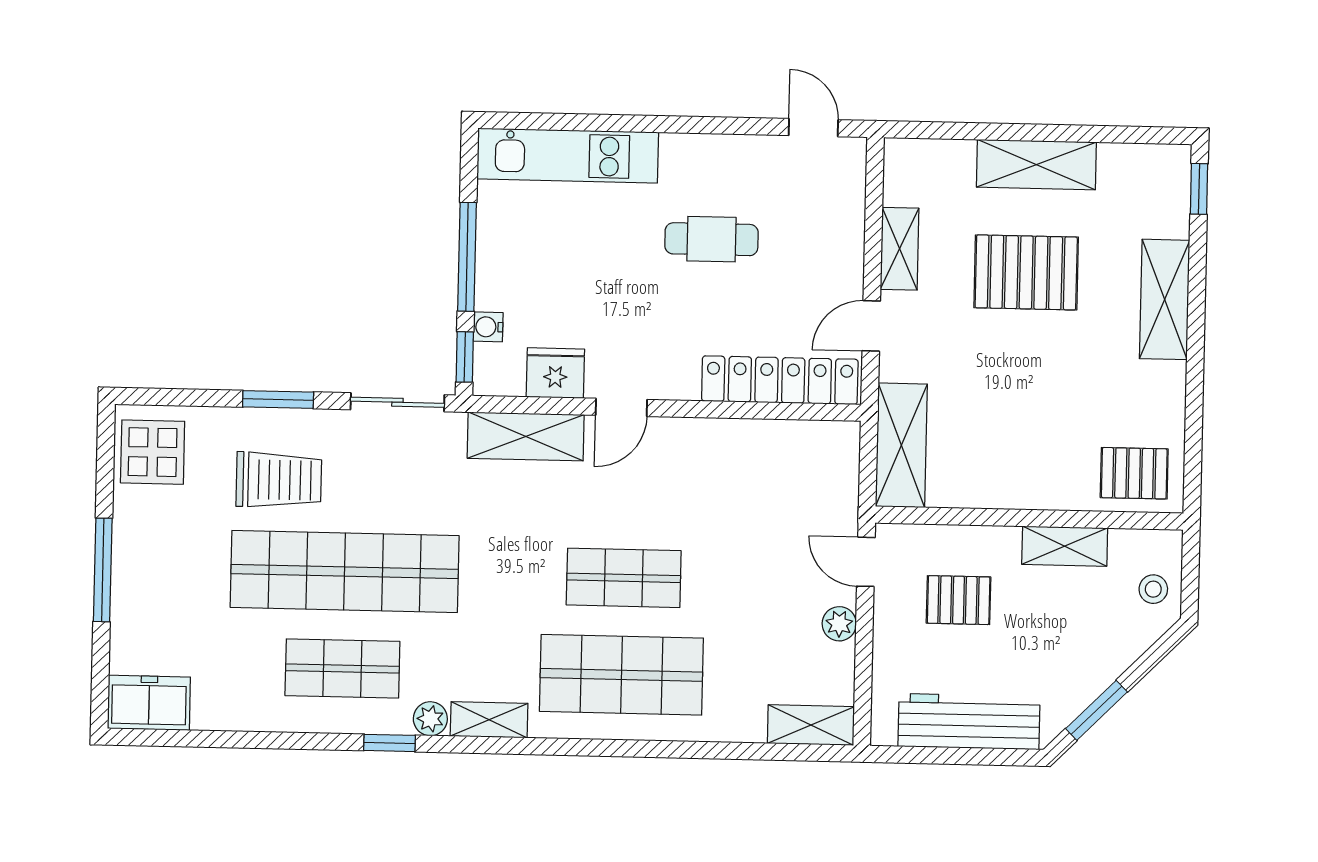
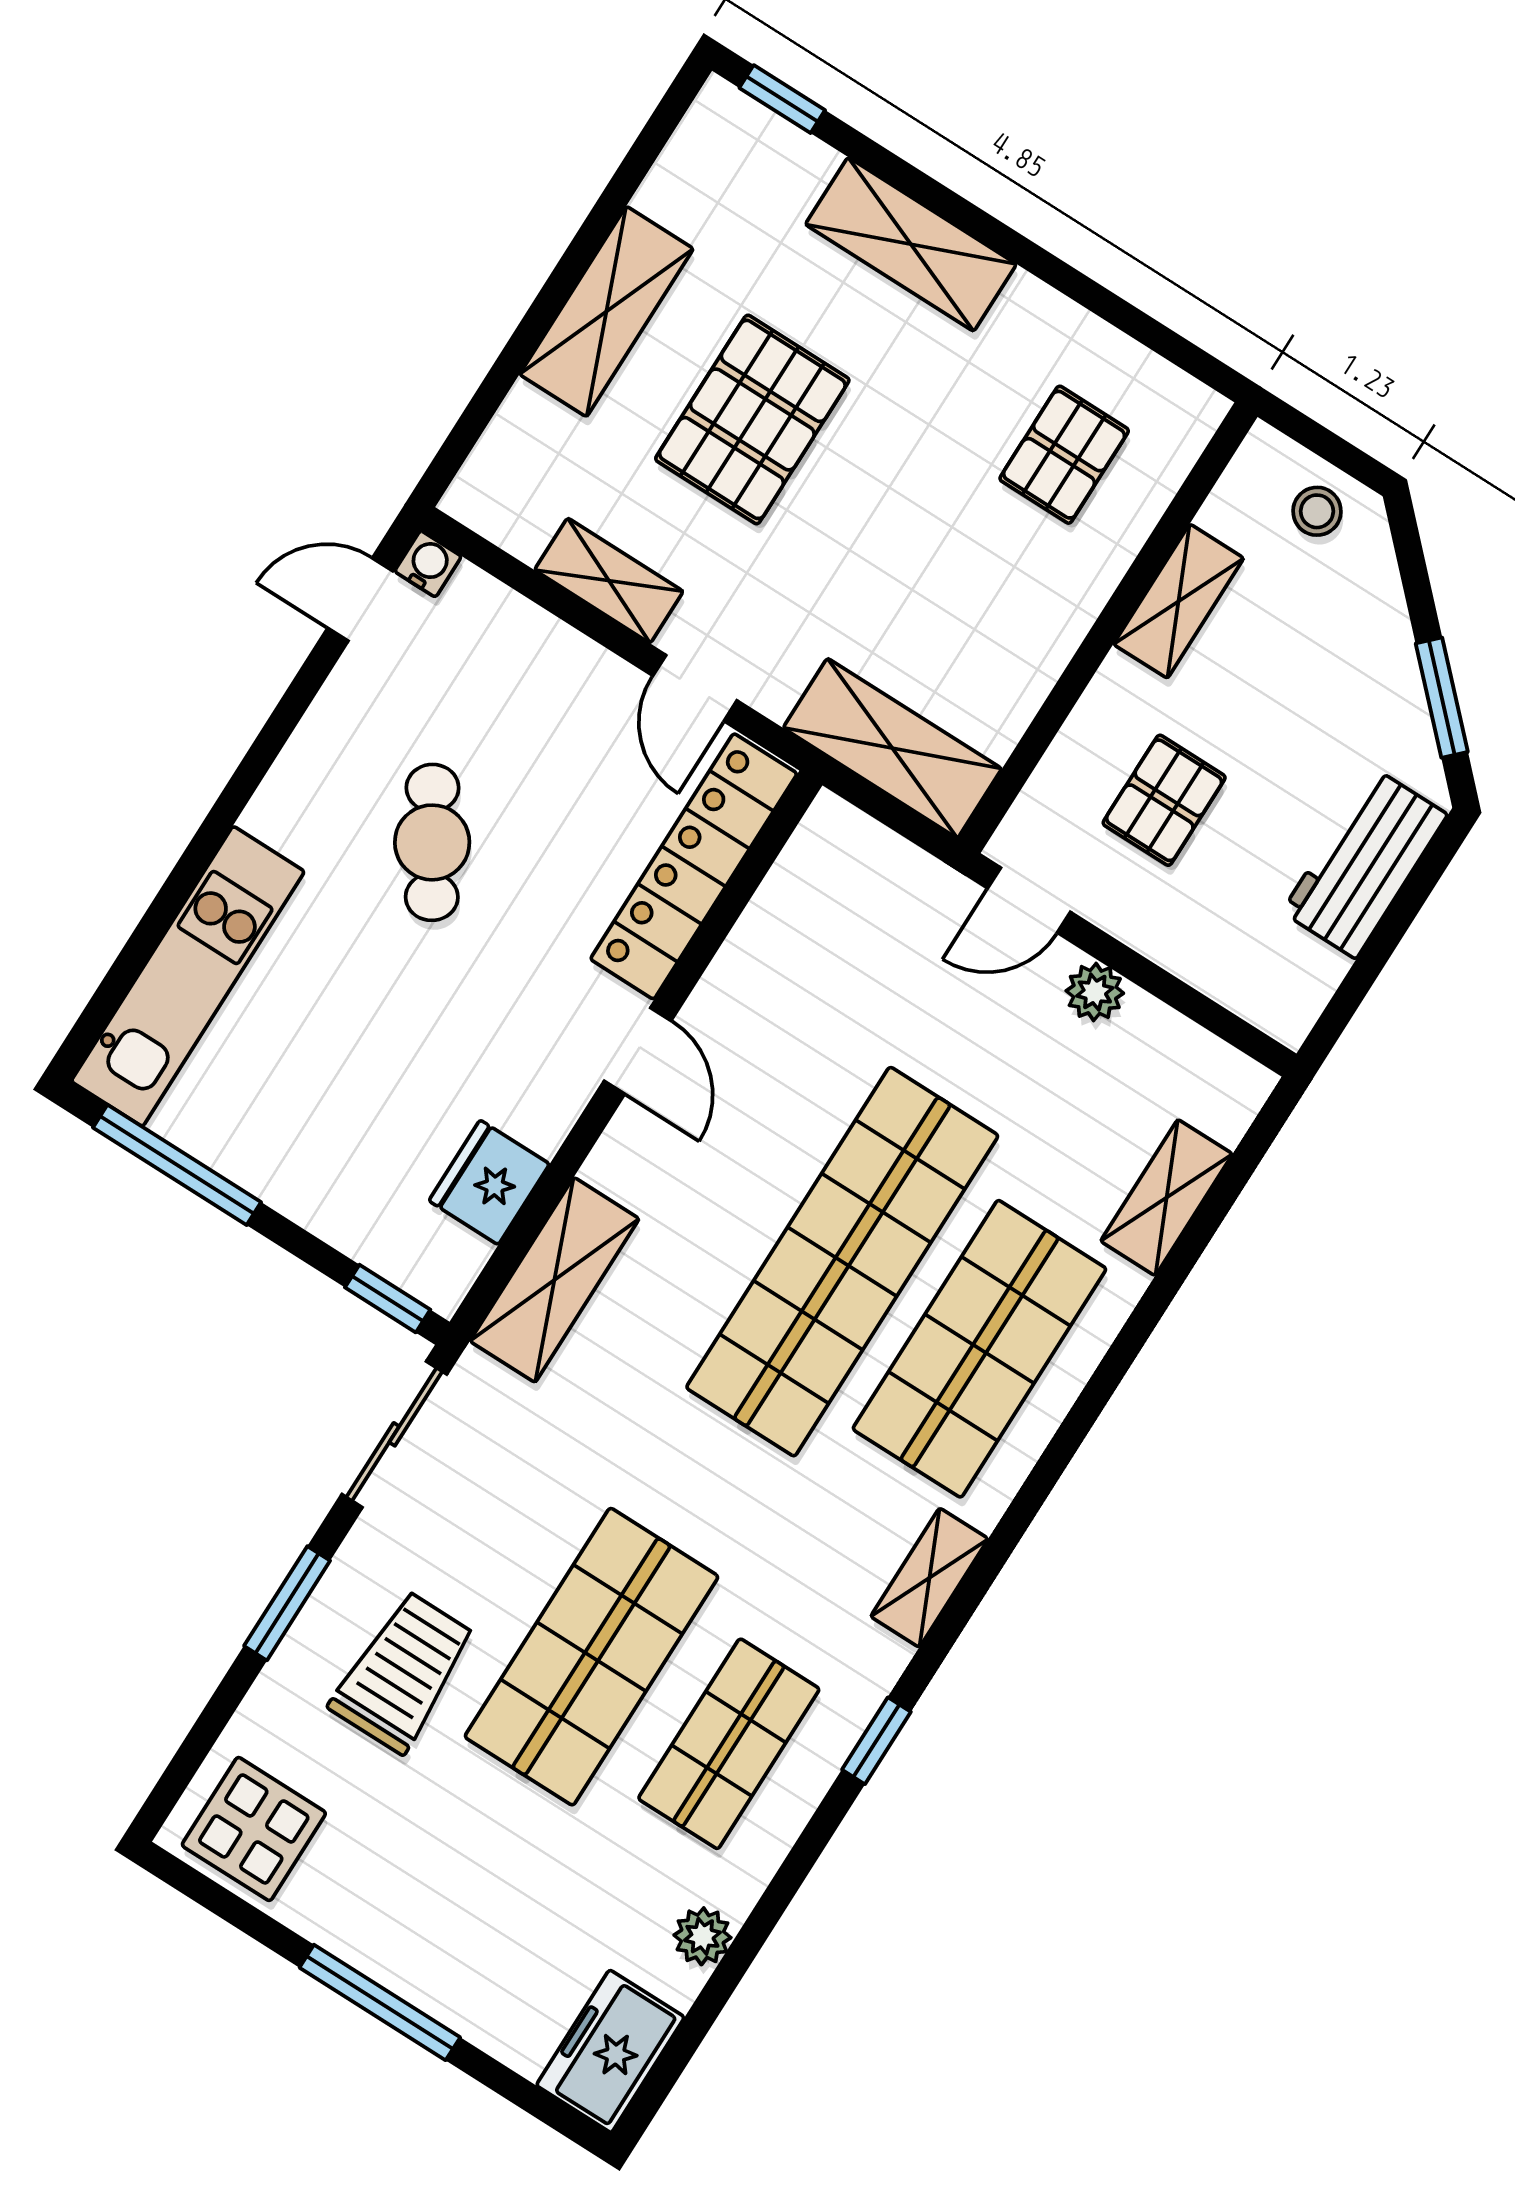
cafe table: (711, 239) -> (432, 842), turned -32
window: (467, 257) -> (177, 1165), moved
water cooler: (488, 327) -> (428, 564), moved, turned 180
door: (621, 407) -> (638, 1051), moved
pallet: (1134, 473) -> (1064, 455), moved
shop shelf: (345, 571) -> (592, 1657), width x0.71
shop shelf: (624, 578) -> (842, 1262), width x2.00, depth x1.36
plant: (430, 719) -> (702, 1936), moved
workbench: (969, 721) -> (1365, 863), width x0.73
shelving: (811, 725) -> (1167, 1198), moved

